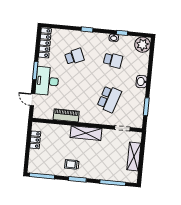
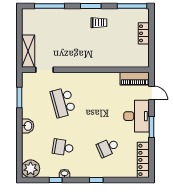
school desk: (109, 99) -> (63, 102), turned -33
piano: (66, 115) -> (135, 79), moved
shelving: (86, 133) -> (86, 60), removed
locker: (35, 140) -> (144, 33), moved
shelving: (134, 156) -> (28, 51), moved

